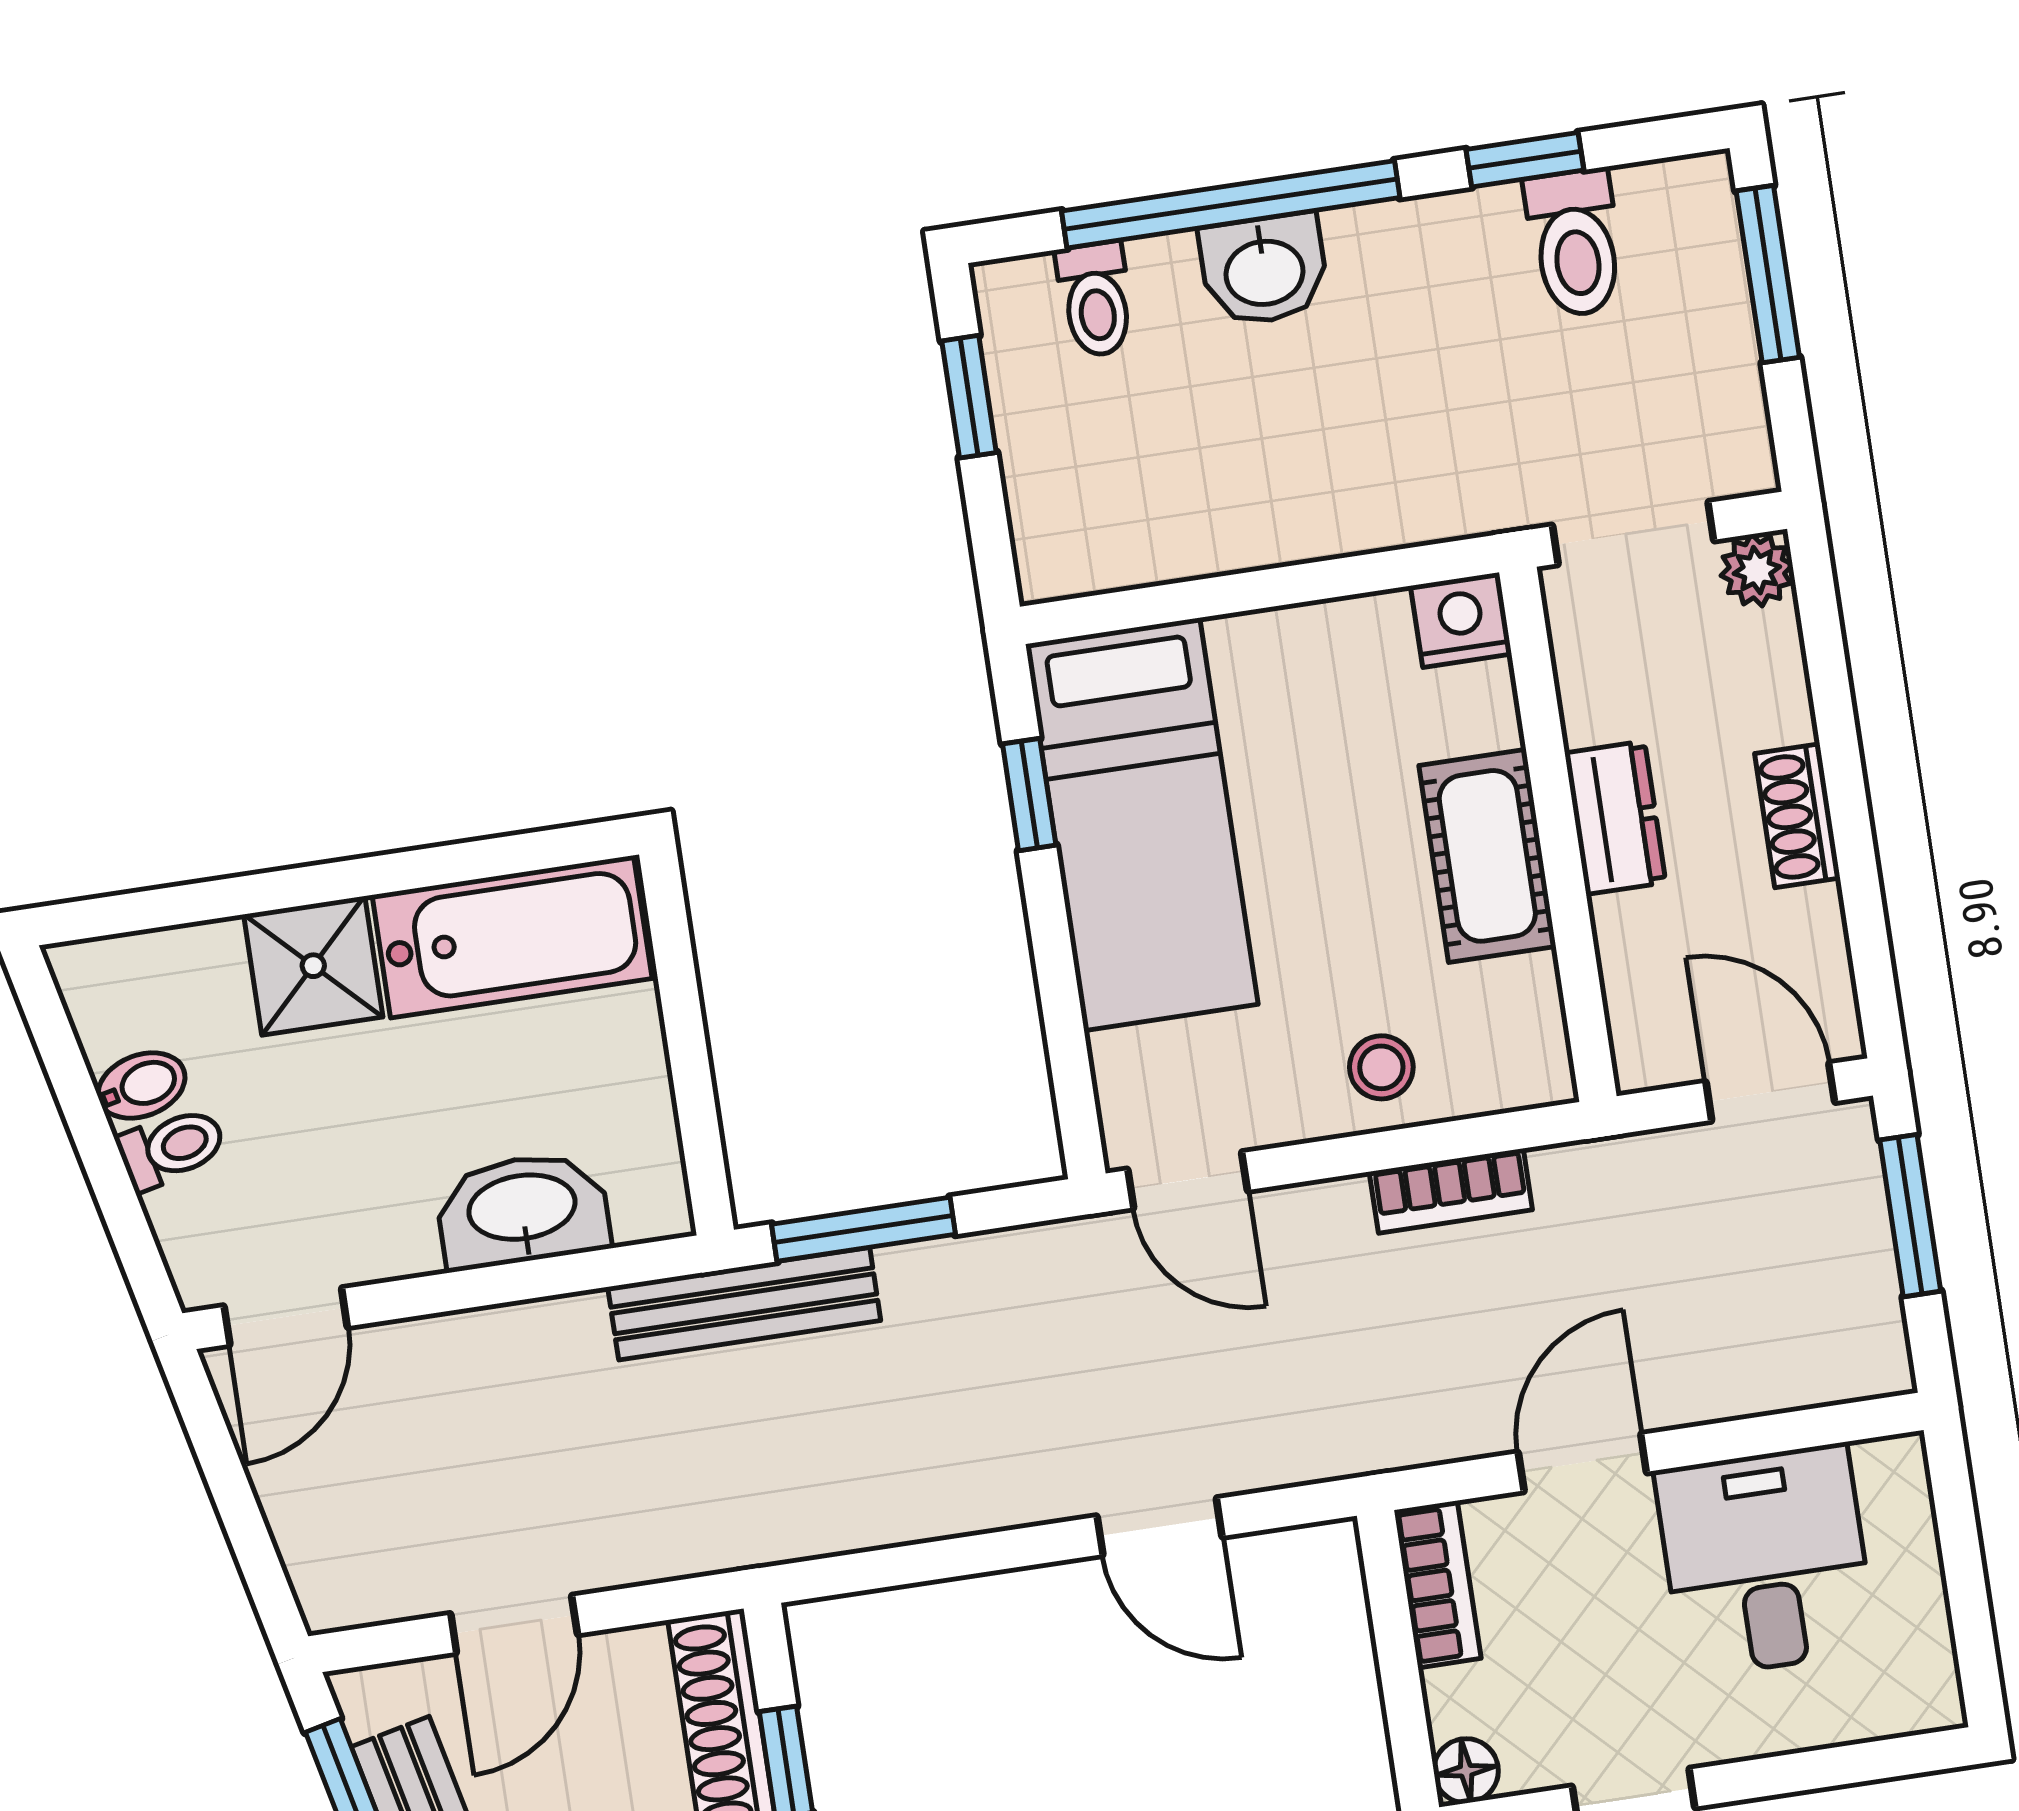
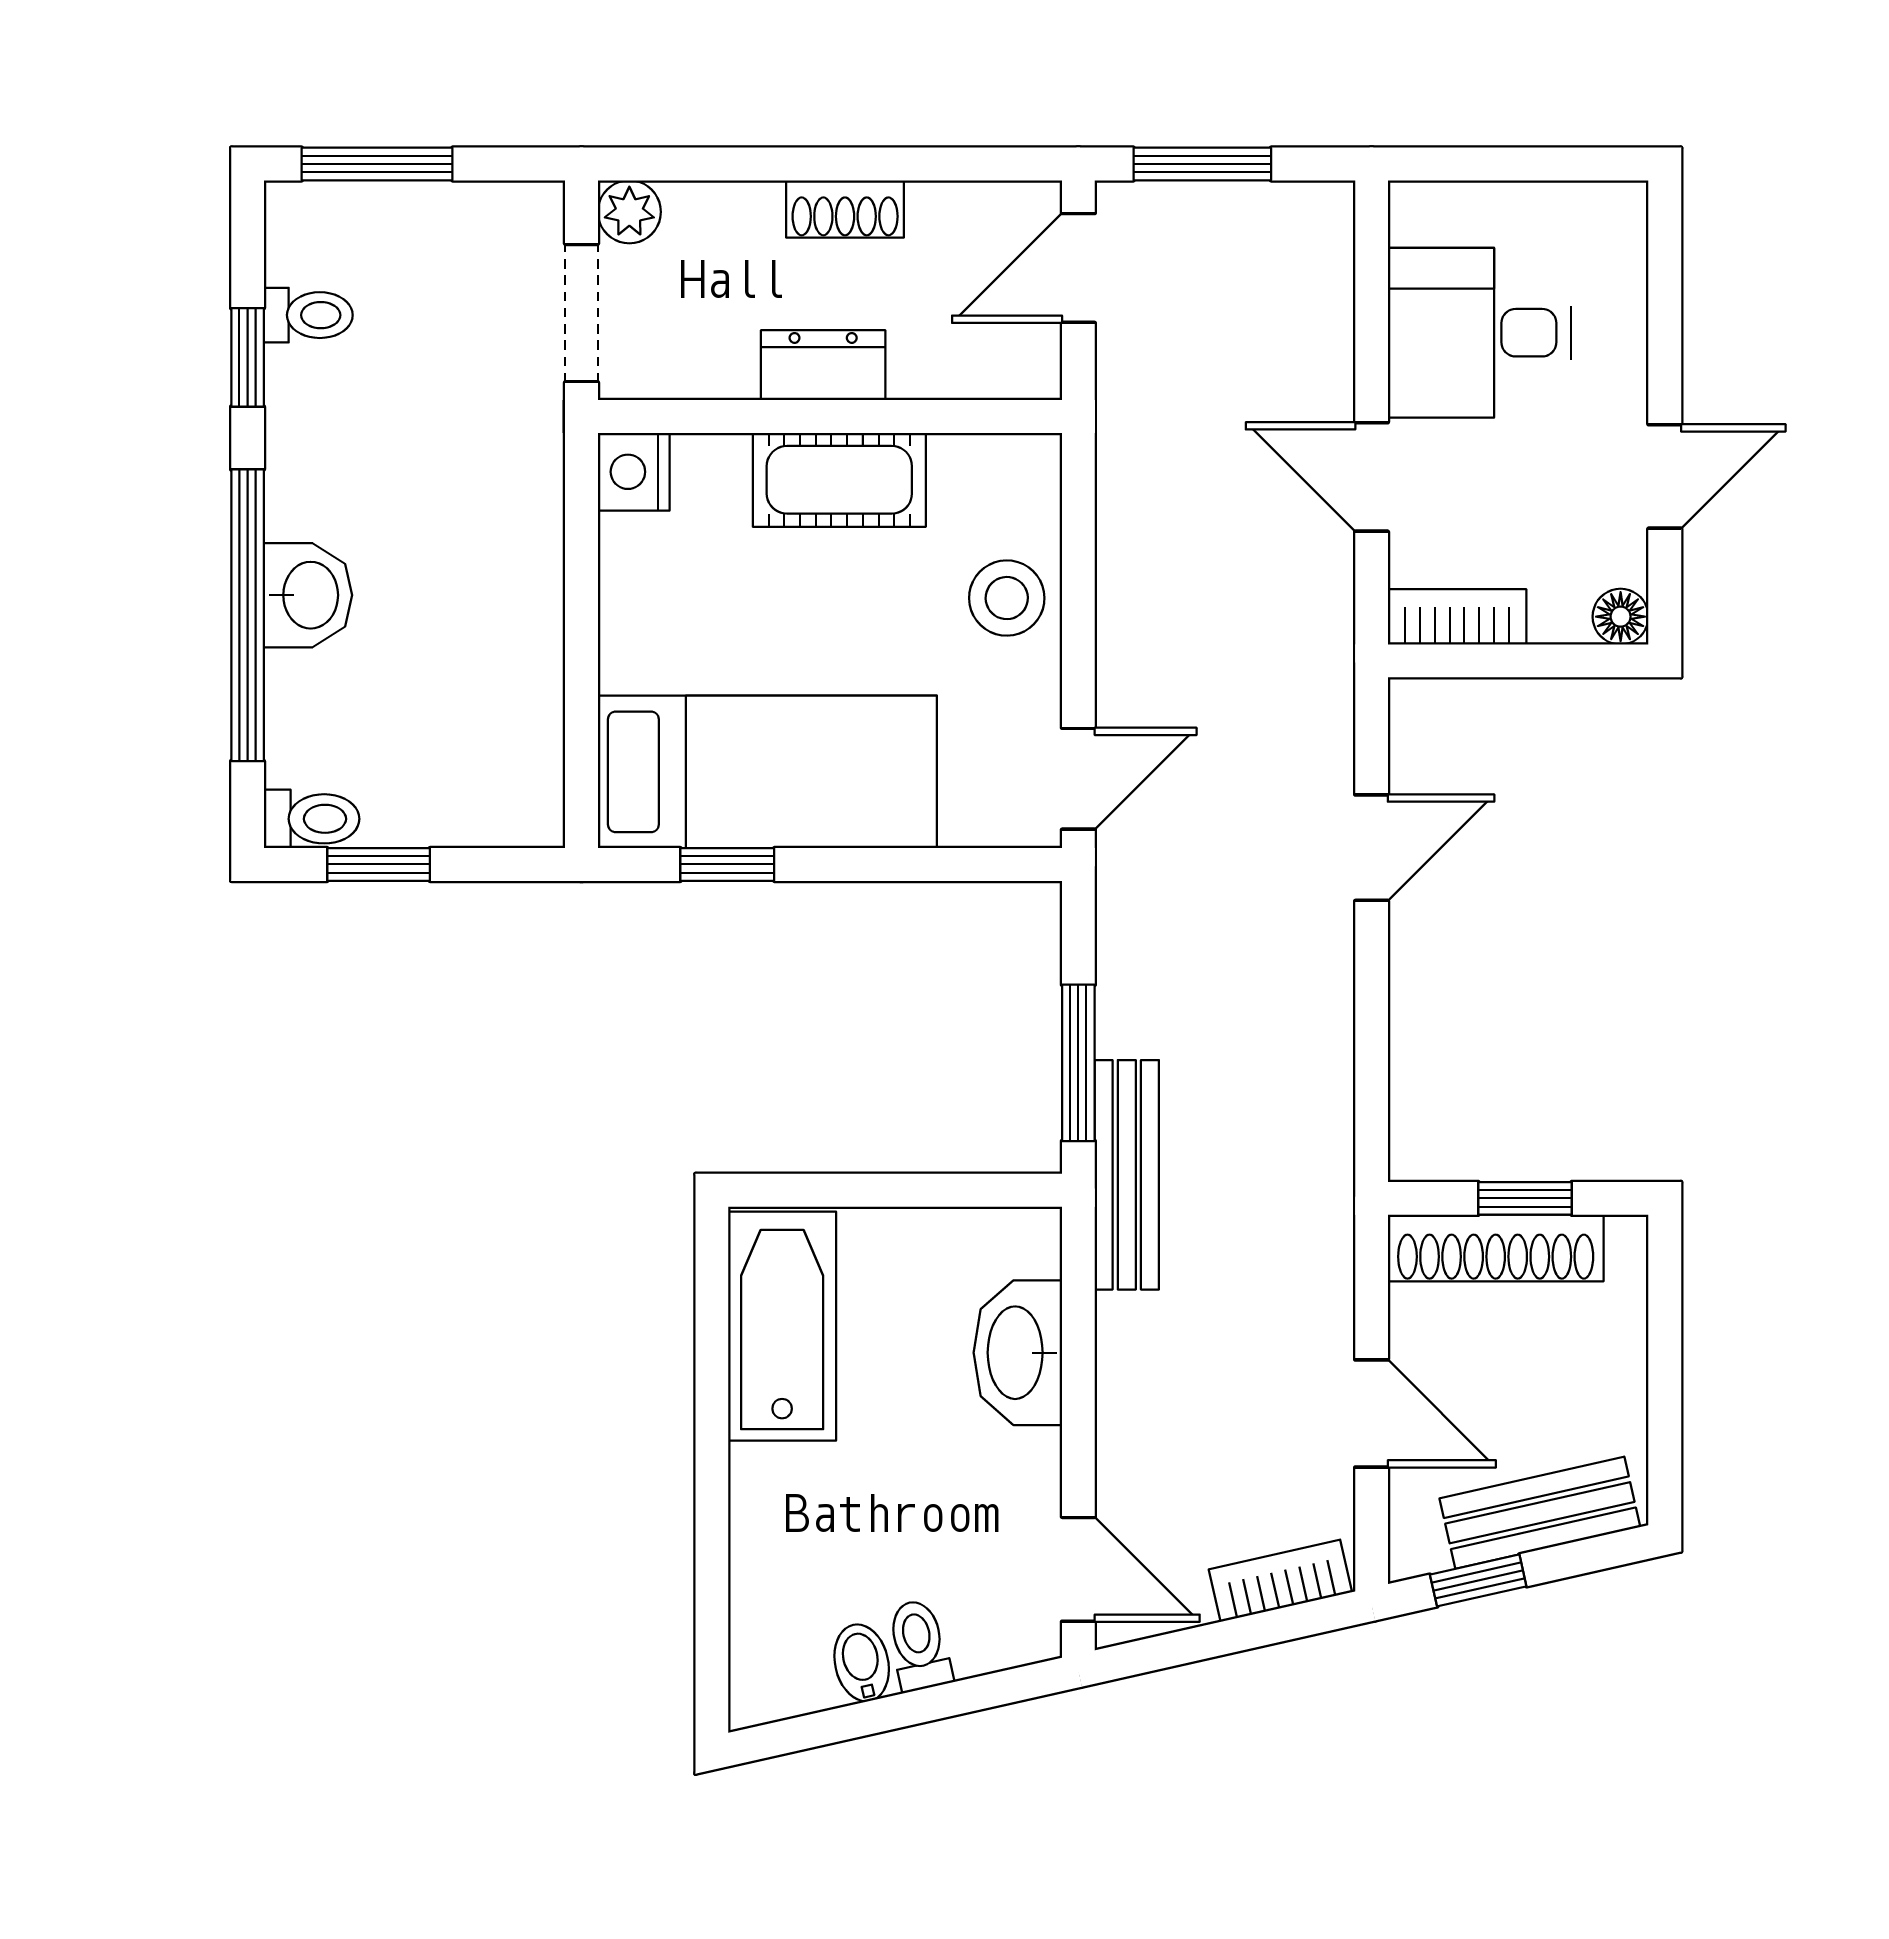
toilet: (1575, 243) -> (308, 315), width x0.73, depth x0.72
toilet: (1095, 299) -> (312, 819), moved
shower: (313, 966) -> (781, 1500), removed
stool: (1381, 1067) -> (1007, 598), width x1.37, depth x1.37
bookcase: (1451, 1191) -> (1280, 1581), moved, turned -103

